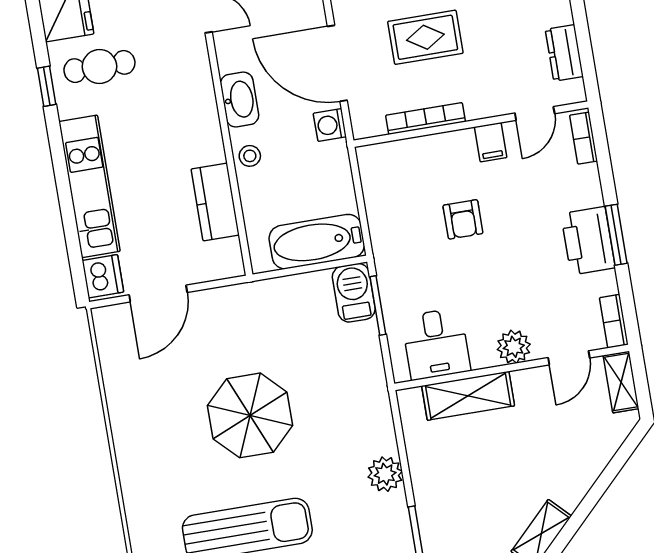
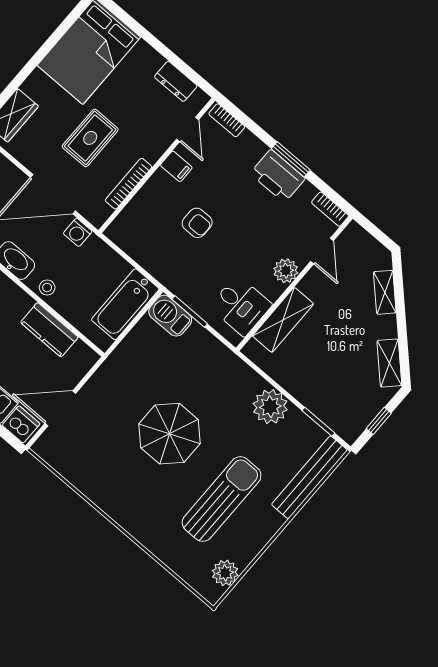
door: (158, 294) -> (60, 408), swing flipped
shelving: (621, 382) -> (385, 292), moved, turned 45
plant: (385, 474) -> (270, 407), width x1.36, depth x1.36

